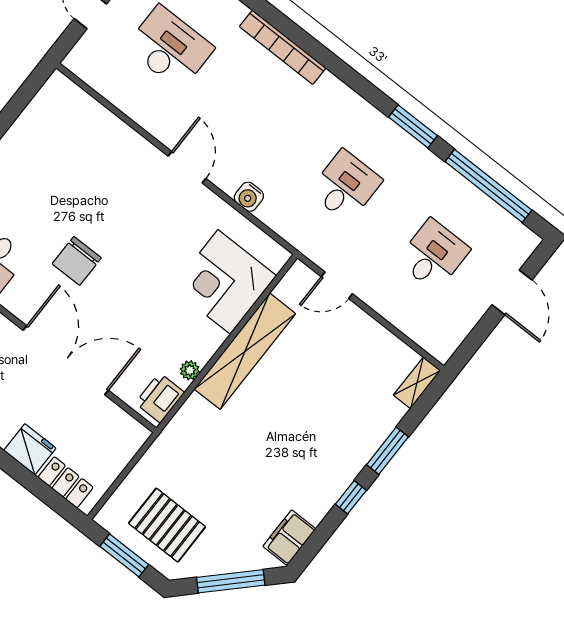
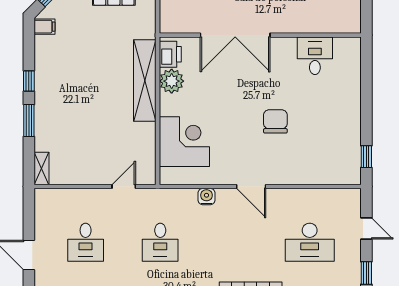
window: (24, 96) -> (366, 157), added
chair: (77, 261) -> (275, 121), moved
shelving: (245, 351) -> (145, 81), moved
plant: (190, 370) -> (172, 81), width x1.88, depth x1.88
filing cabinet: (289, 538) -> (44, 27), width x0.50

